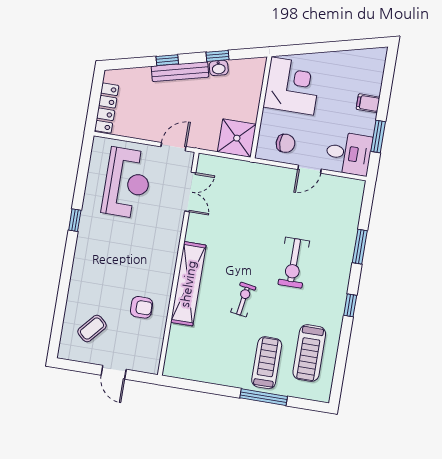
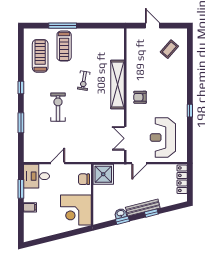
chair: (286, 143) -> (84, 179), moved
armchair: (141, 307) -> (140, 97), moved

